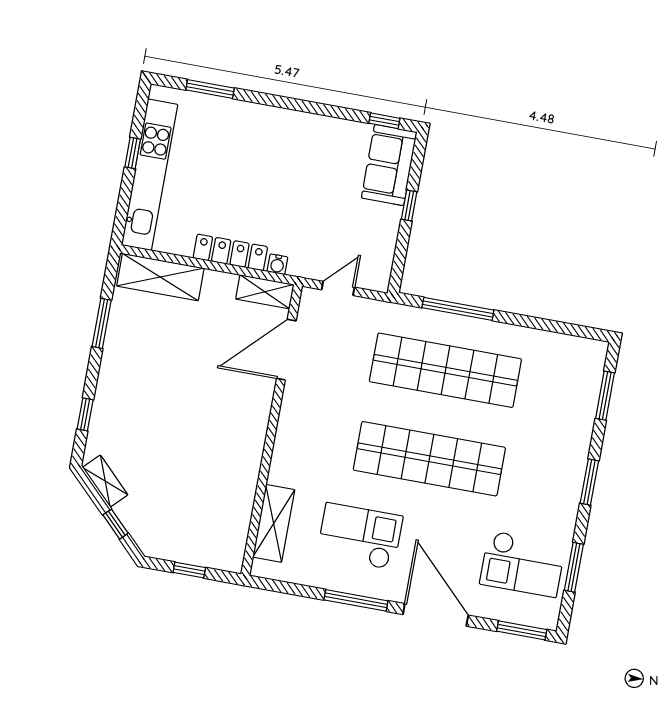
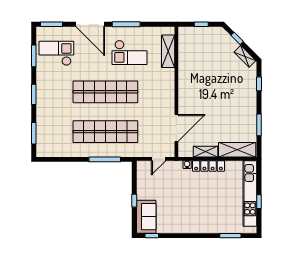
shelving: (265, 292) -> (206, 152), moved

